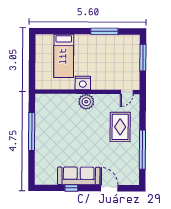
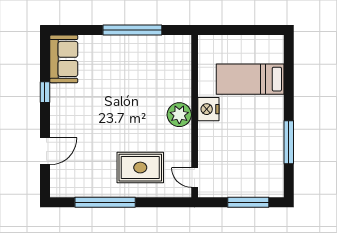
sofa: (79, 176) -> (64, 59), moved, width x0.73

